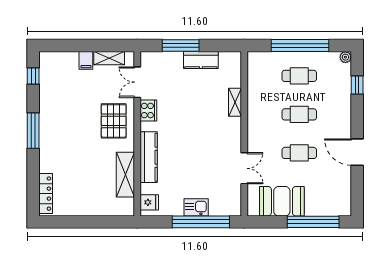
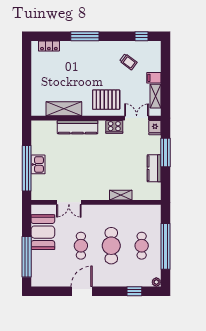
trolley: (66, 93) -> (128, 62), added
cafe table: (299, 114) -> (111, 246), width x1.37, depth x1.35
window: (33, 131) -> (85, 36), moved
locker: (46, 194) -> (49, 46), width x0.66
fridge: (149, 202) -> (155, 128), moved

